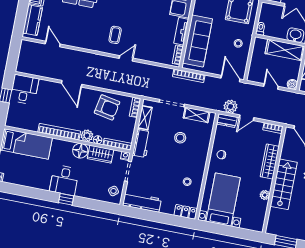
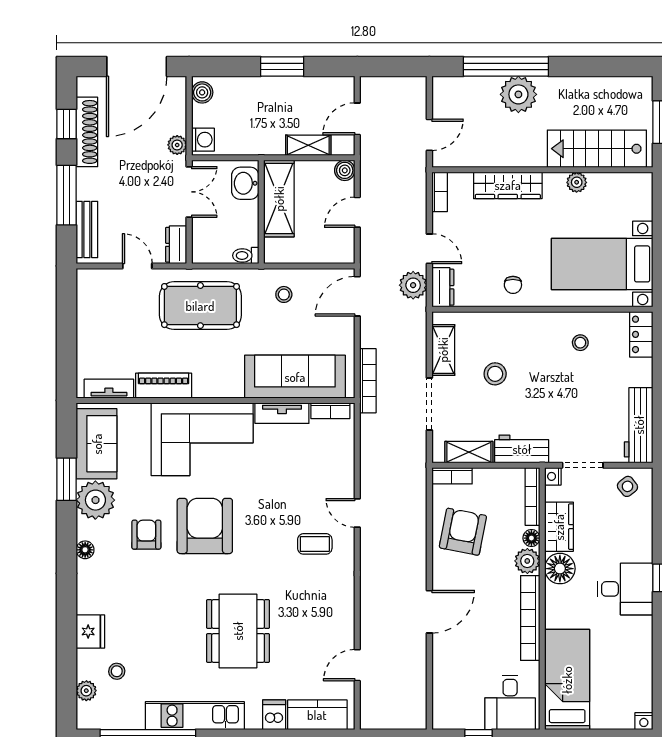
desk: (24, 89) -> (510, 702), moved, turned -90
stairs: (284, 184) -> (597, 149), moved

